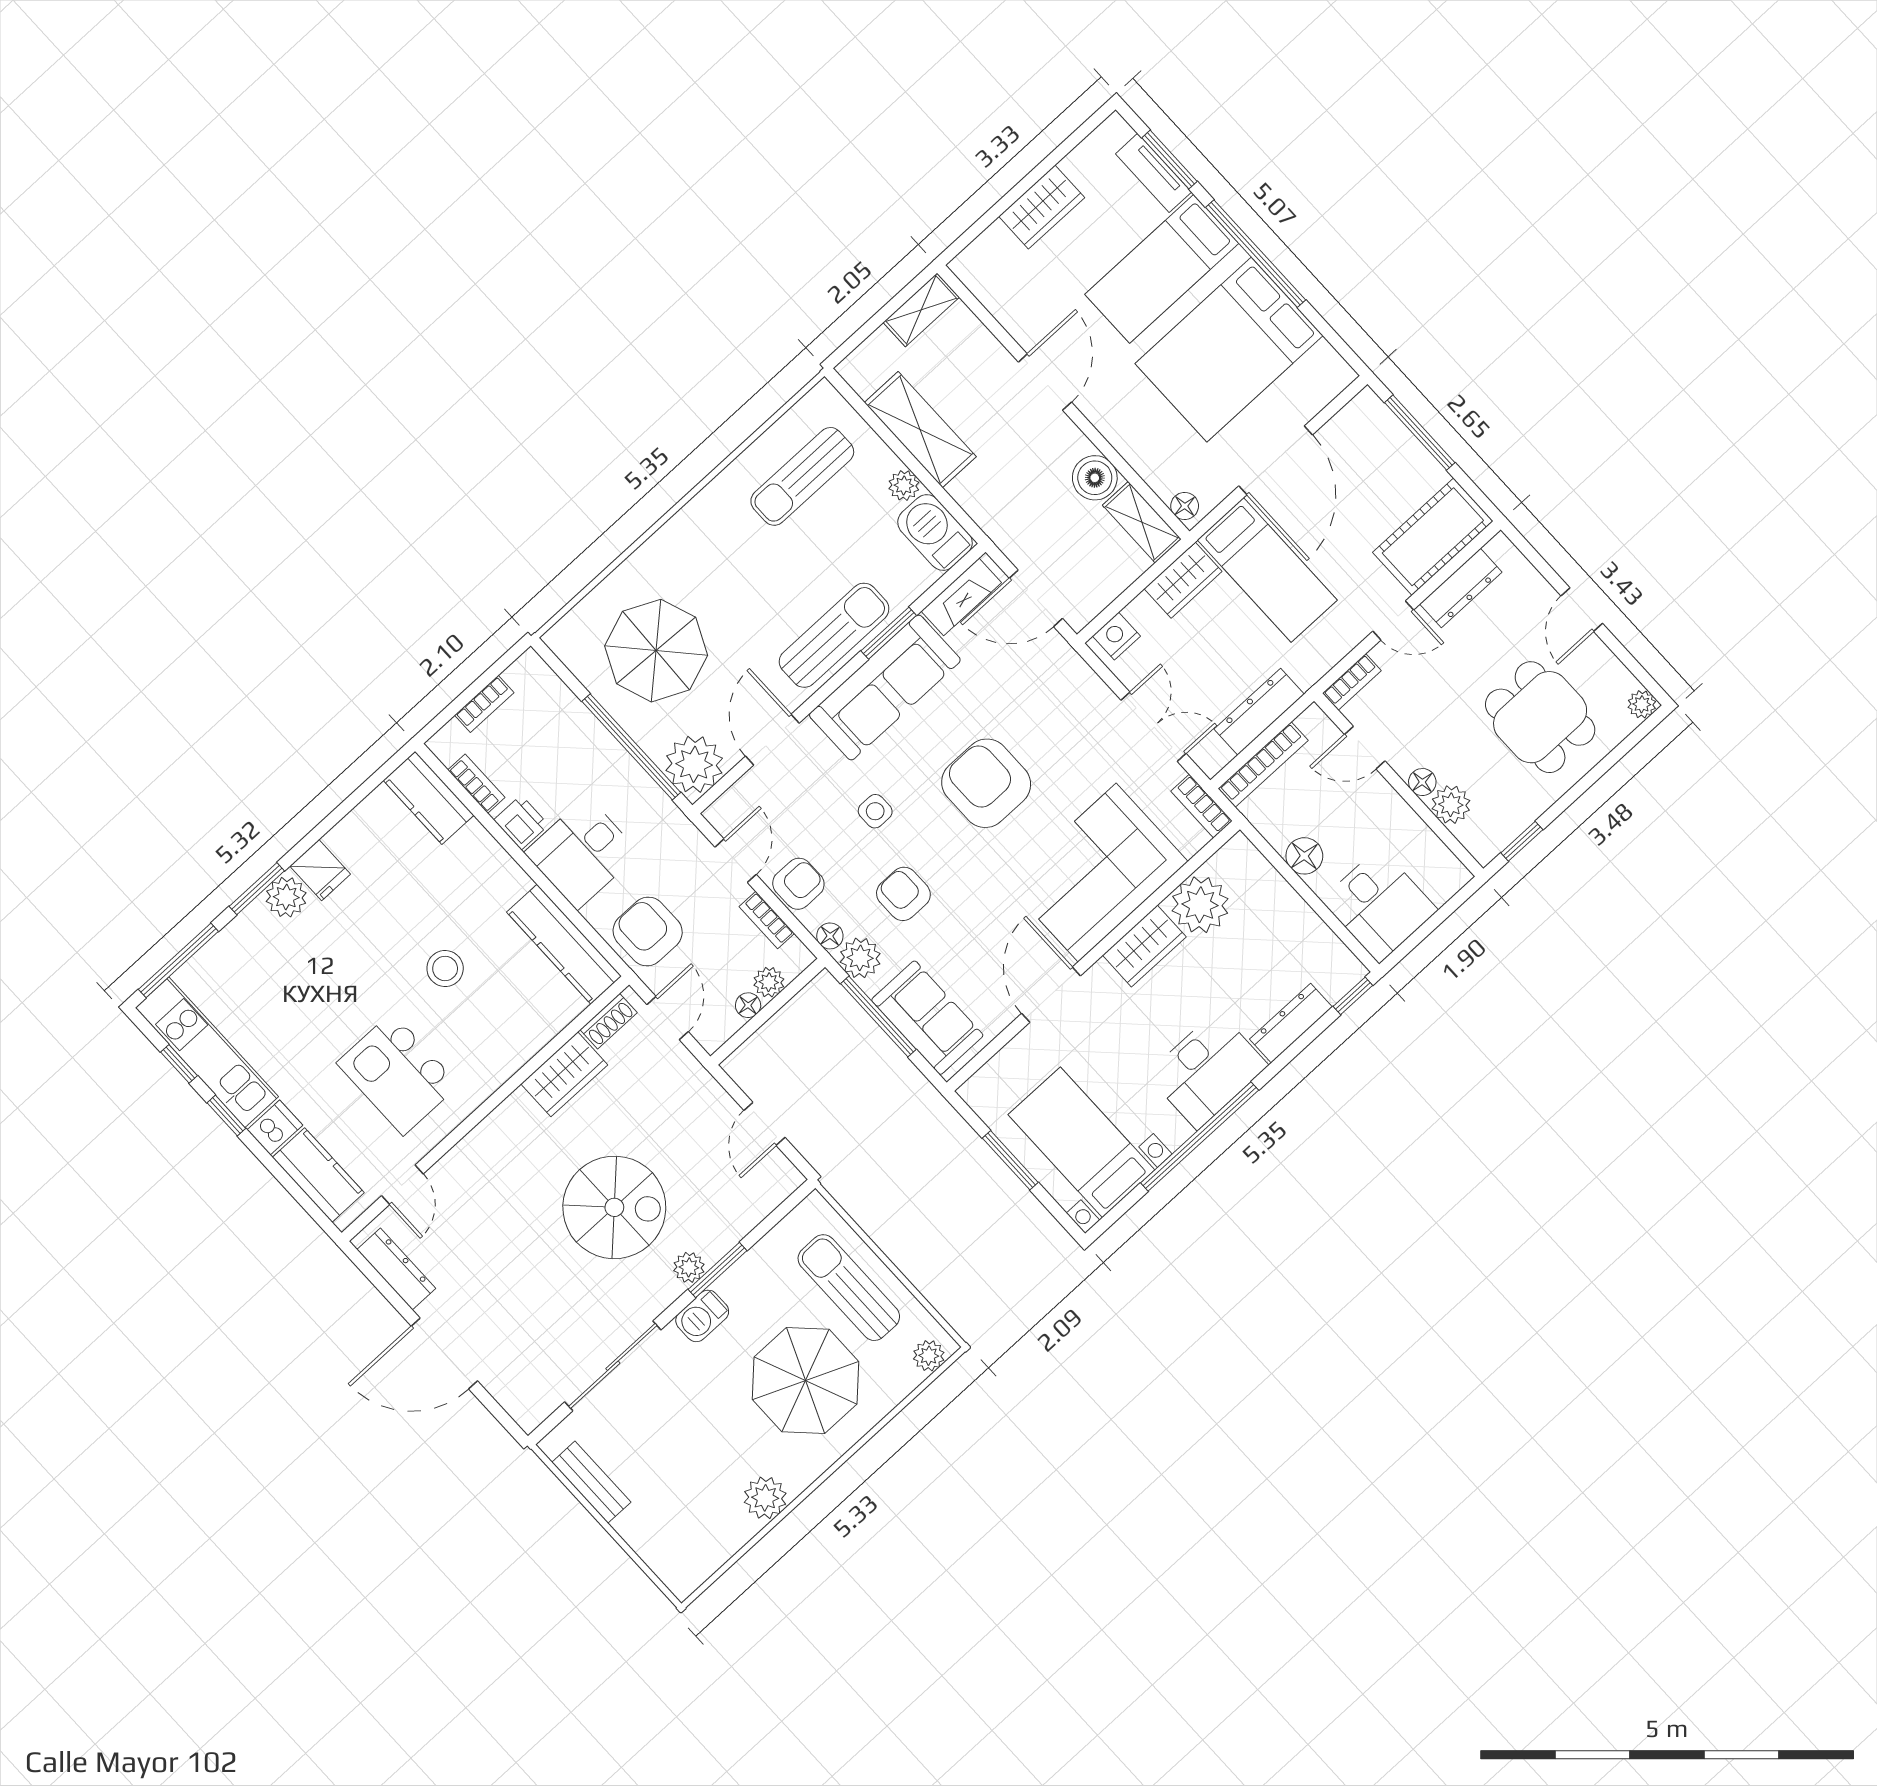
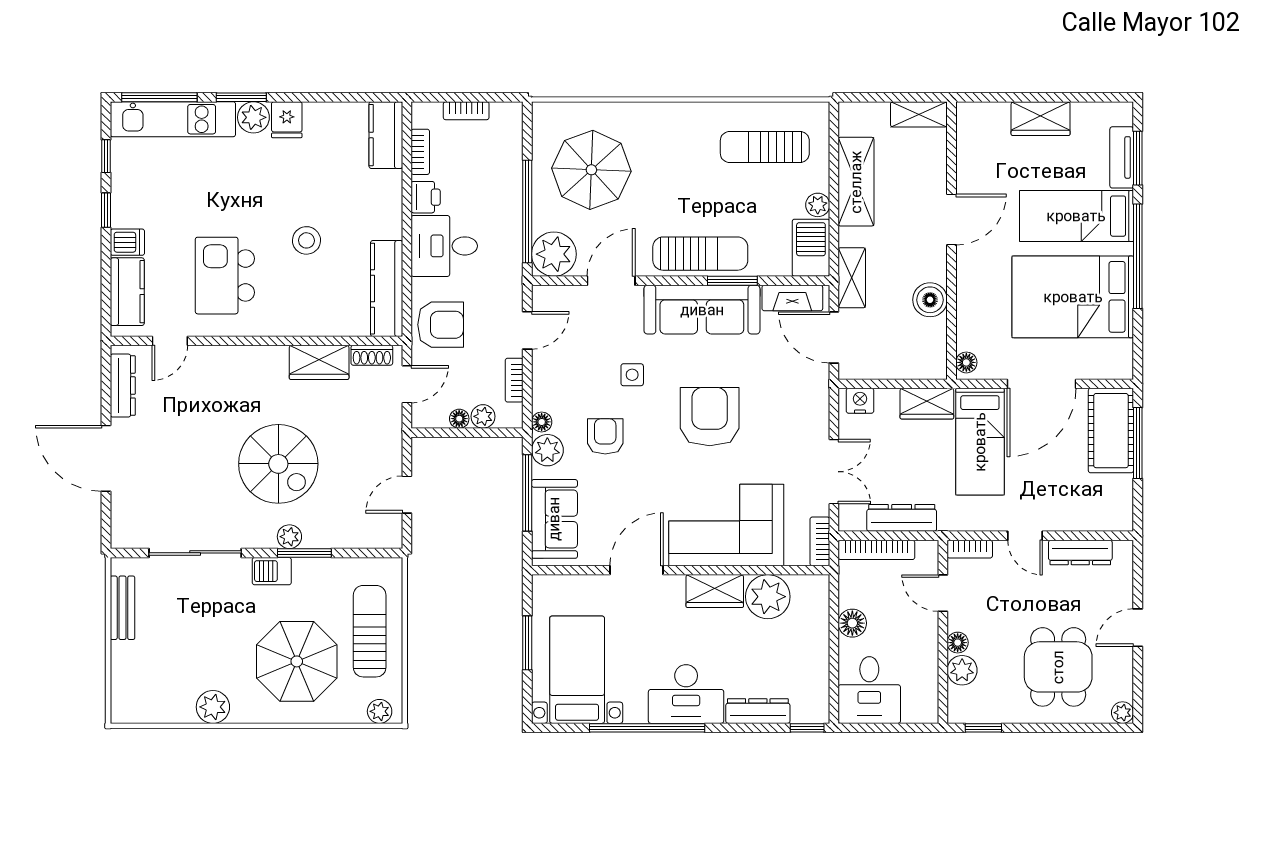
shelving: (1142, 522) -> (852, 278), moved
cot: (1433, 537) -> (1111, 431), moved, turned 90
armchair: (798, 884) -> (551, 376), removed
armchair: (648, 932) -> (441, 325), turned 90
kitchen unit: (207, 1052) -> (173, 119), moved, turned 90

